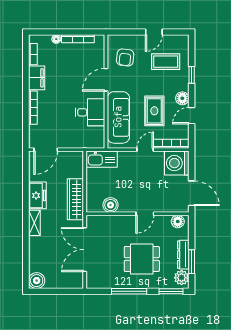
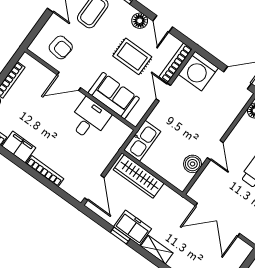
door: (106, 80) -> (69, 81), hinge flipped
sofa: (118, 117) -> (114, 96), width x0.73
window: (26, 191) -> (120, 236), added
wardrobe: (75, 199) -> (139, 176), moved
door: (145, 214) -> (215, 150), moved

